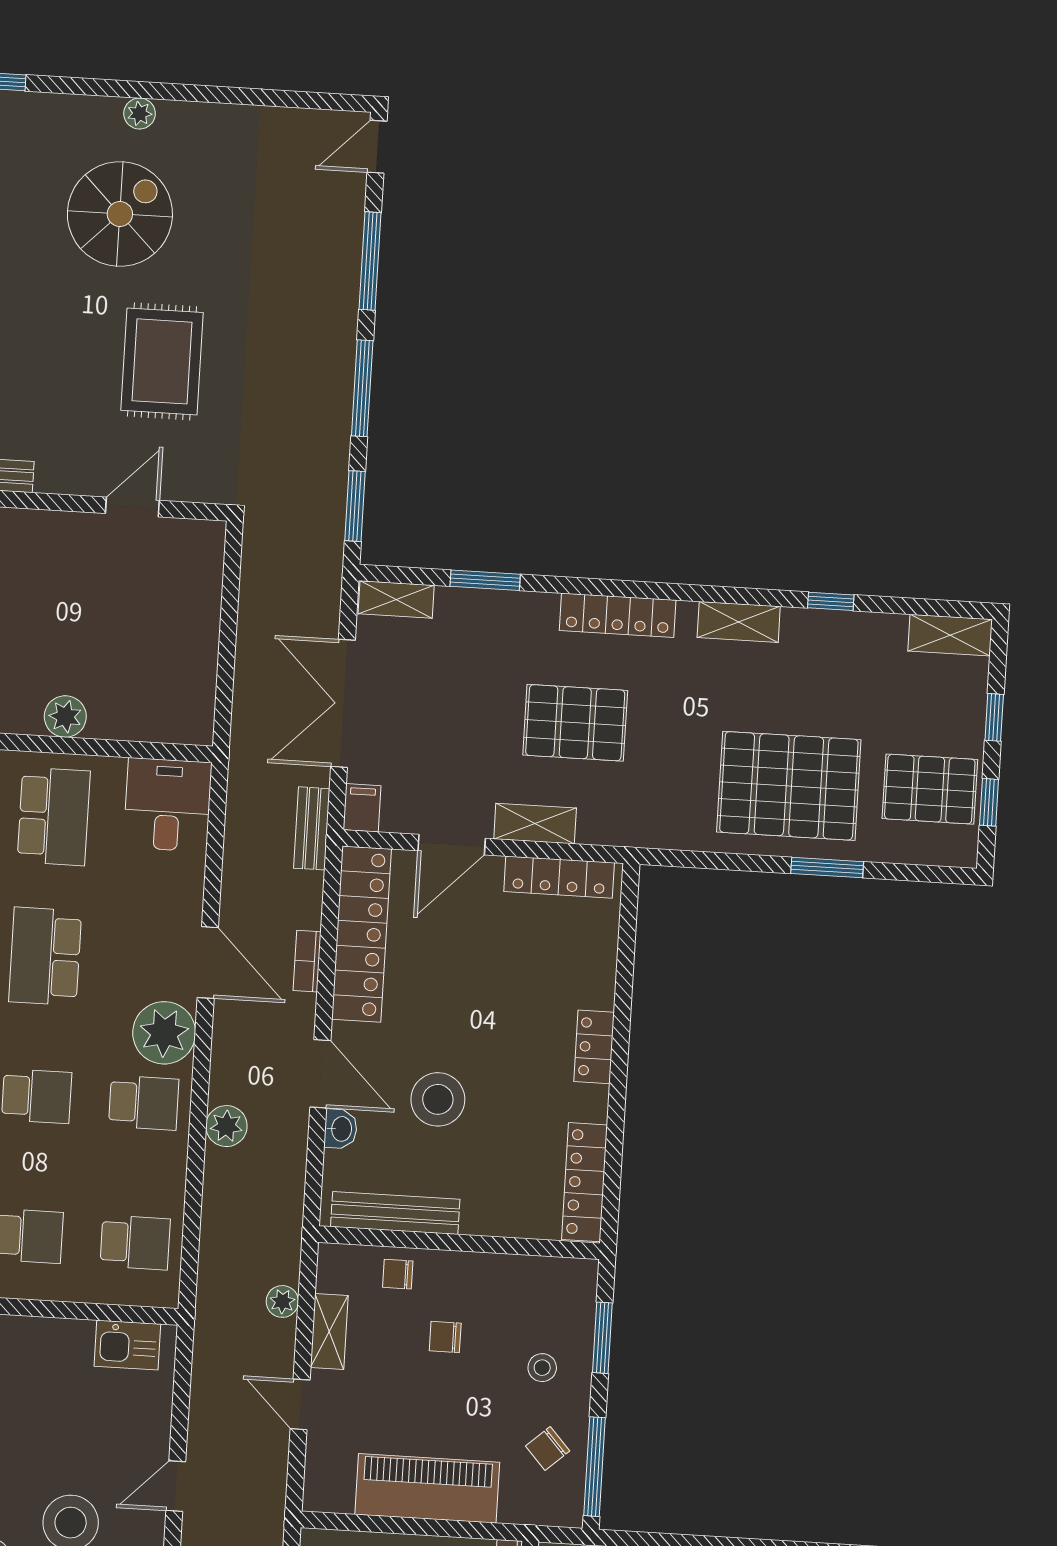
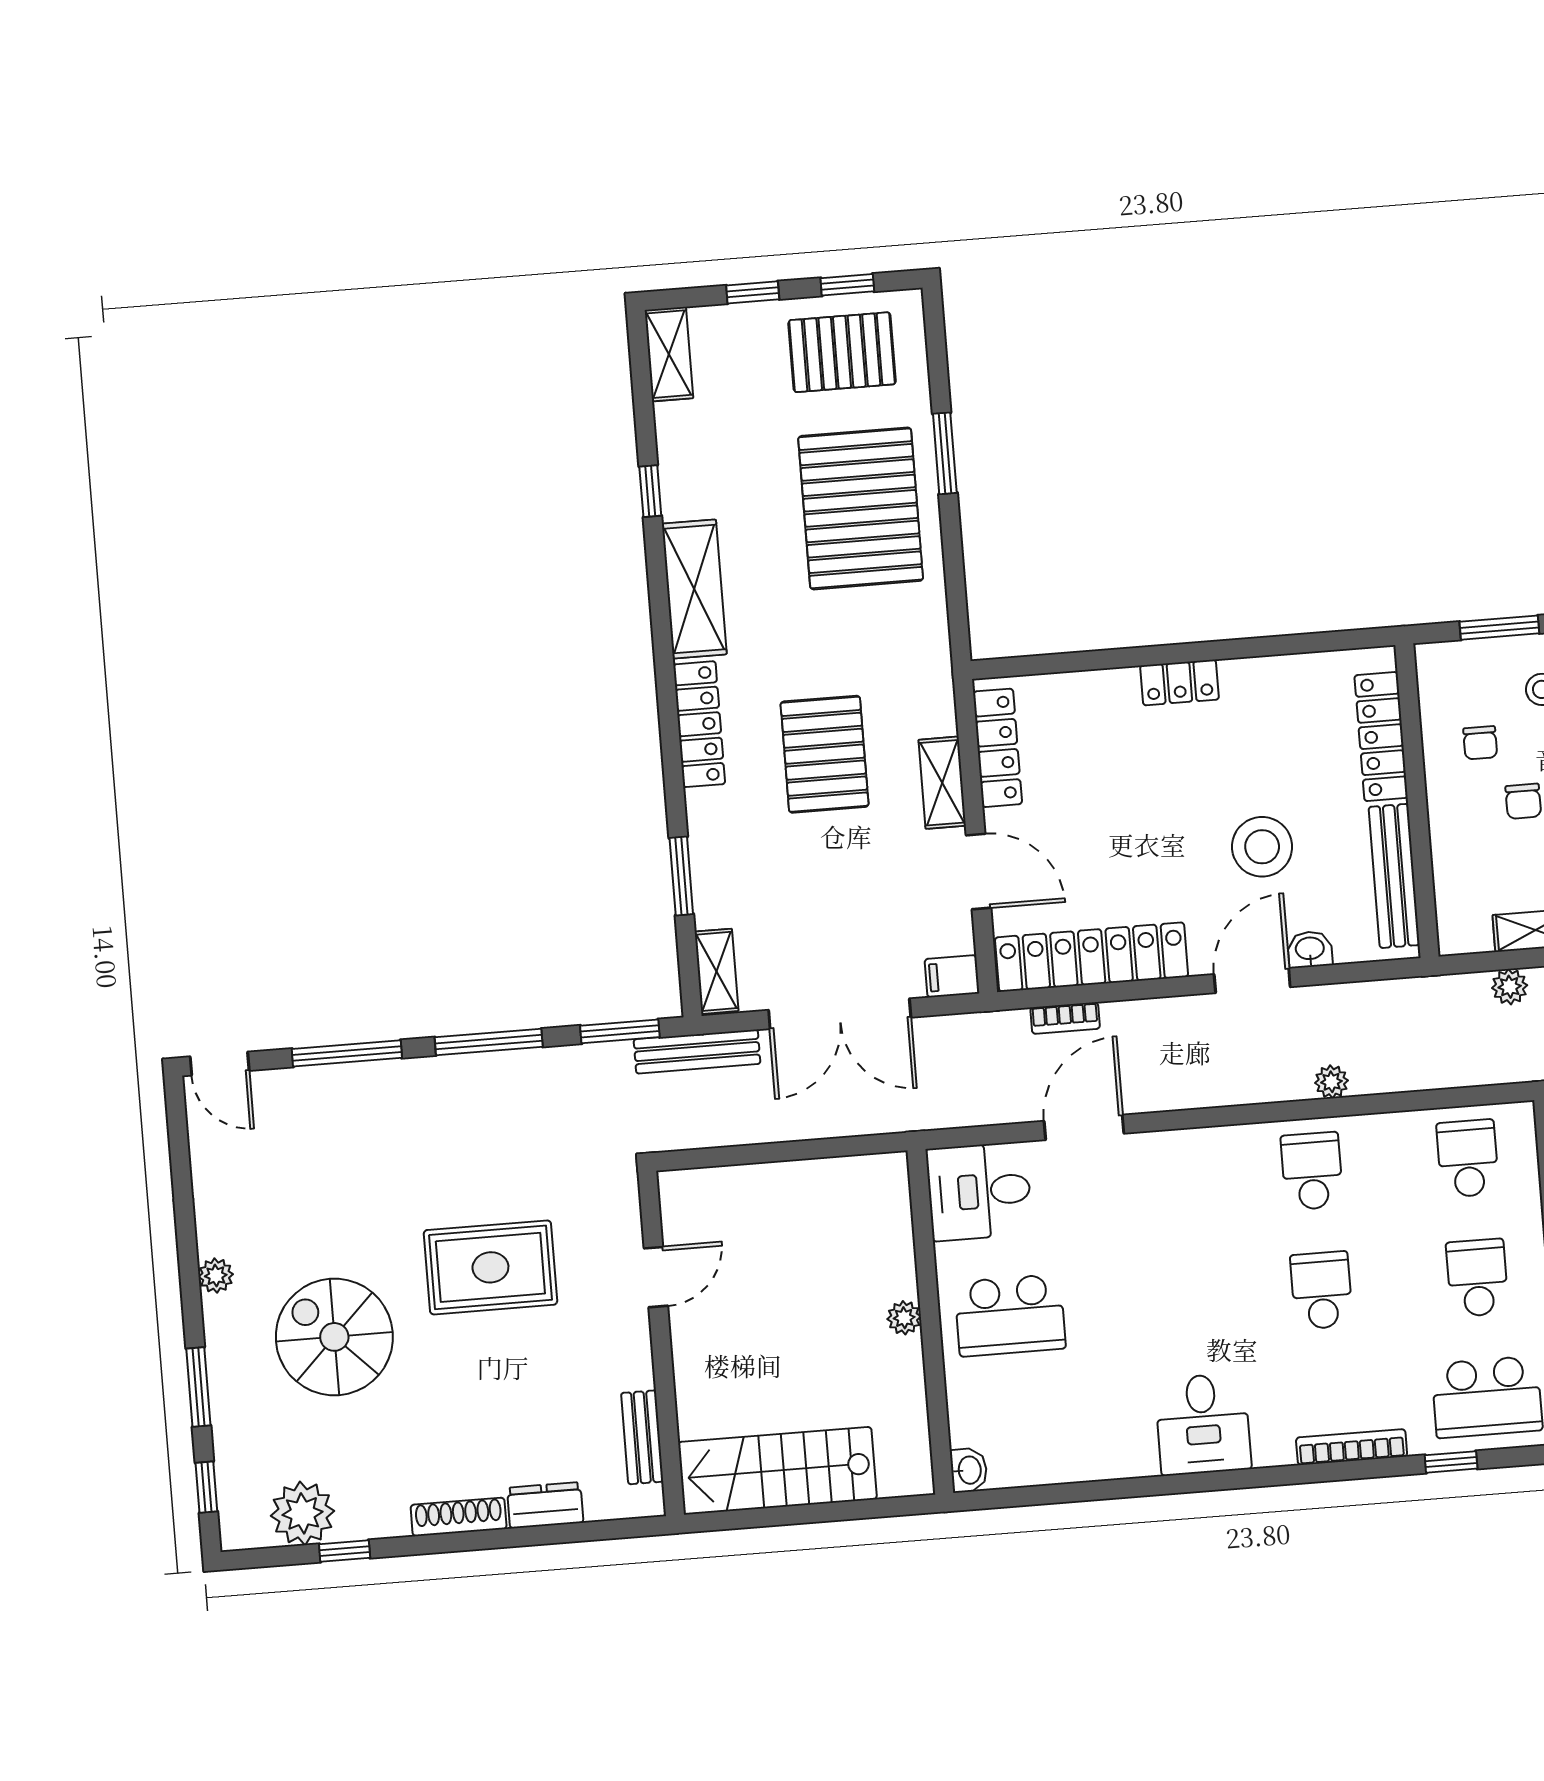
window: (93, 87) -> (198, 1387), added
plant: (140, 113) -> (216, 1276), moved
door: (132, 507) -> (656, 1277), swing flipped
shelving: (739, 622) -> (694, 589), width x1.50, depth x1.33
plant: (65, 717) -> (904, 1318), width x0.73, depth x0.73
pallet: (930, 789) -> (842, 352), turned 90
school desk: (54, 816) -> (1010, 1315), turned 180
bench: (312, 828) -> (697, 1052), moved, width x1.36
school desk: (45, 956) -> (1166, 1303), removed
bookcase: (307, 961) -> (1065, 1018), moved
door: (208, 962) -> (1084, 1127), moved
plant: (164, 1033) -> (1232, 1159), removed
plant: (226, 1126) -> (1331, 1082), width x0.73, depth x0.73
locker: (584, 1182) -> (1381, 737), moved, turned 90
chair: (398, 1274) -> (1480, 743), moved

